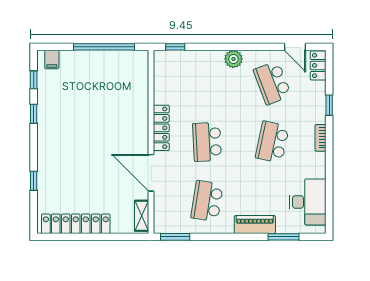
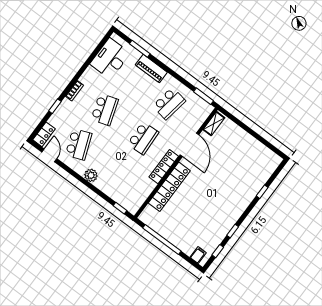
school desk: (272, 142) -> (105, 110), turned -30
locker: (76, 224) -> (169, 187), moved, turned -90

